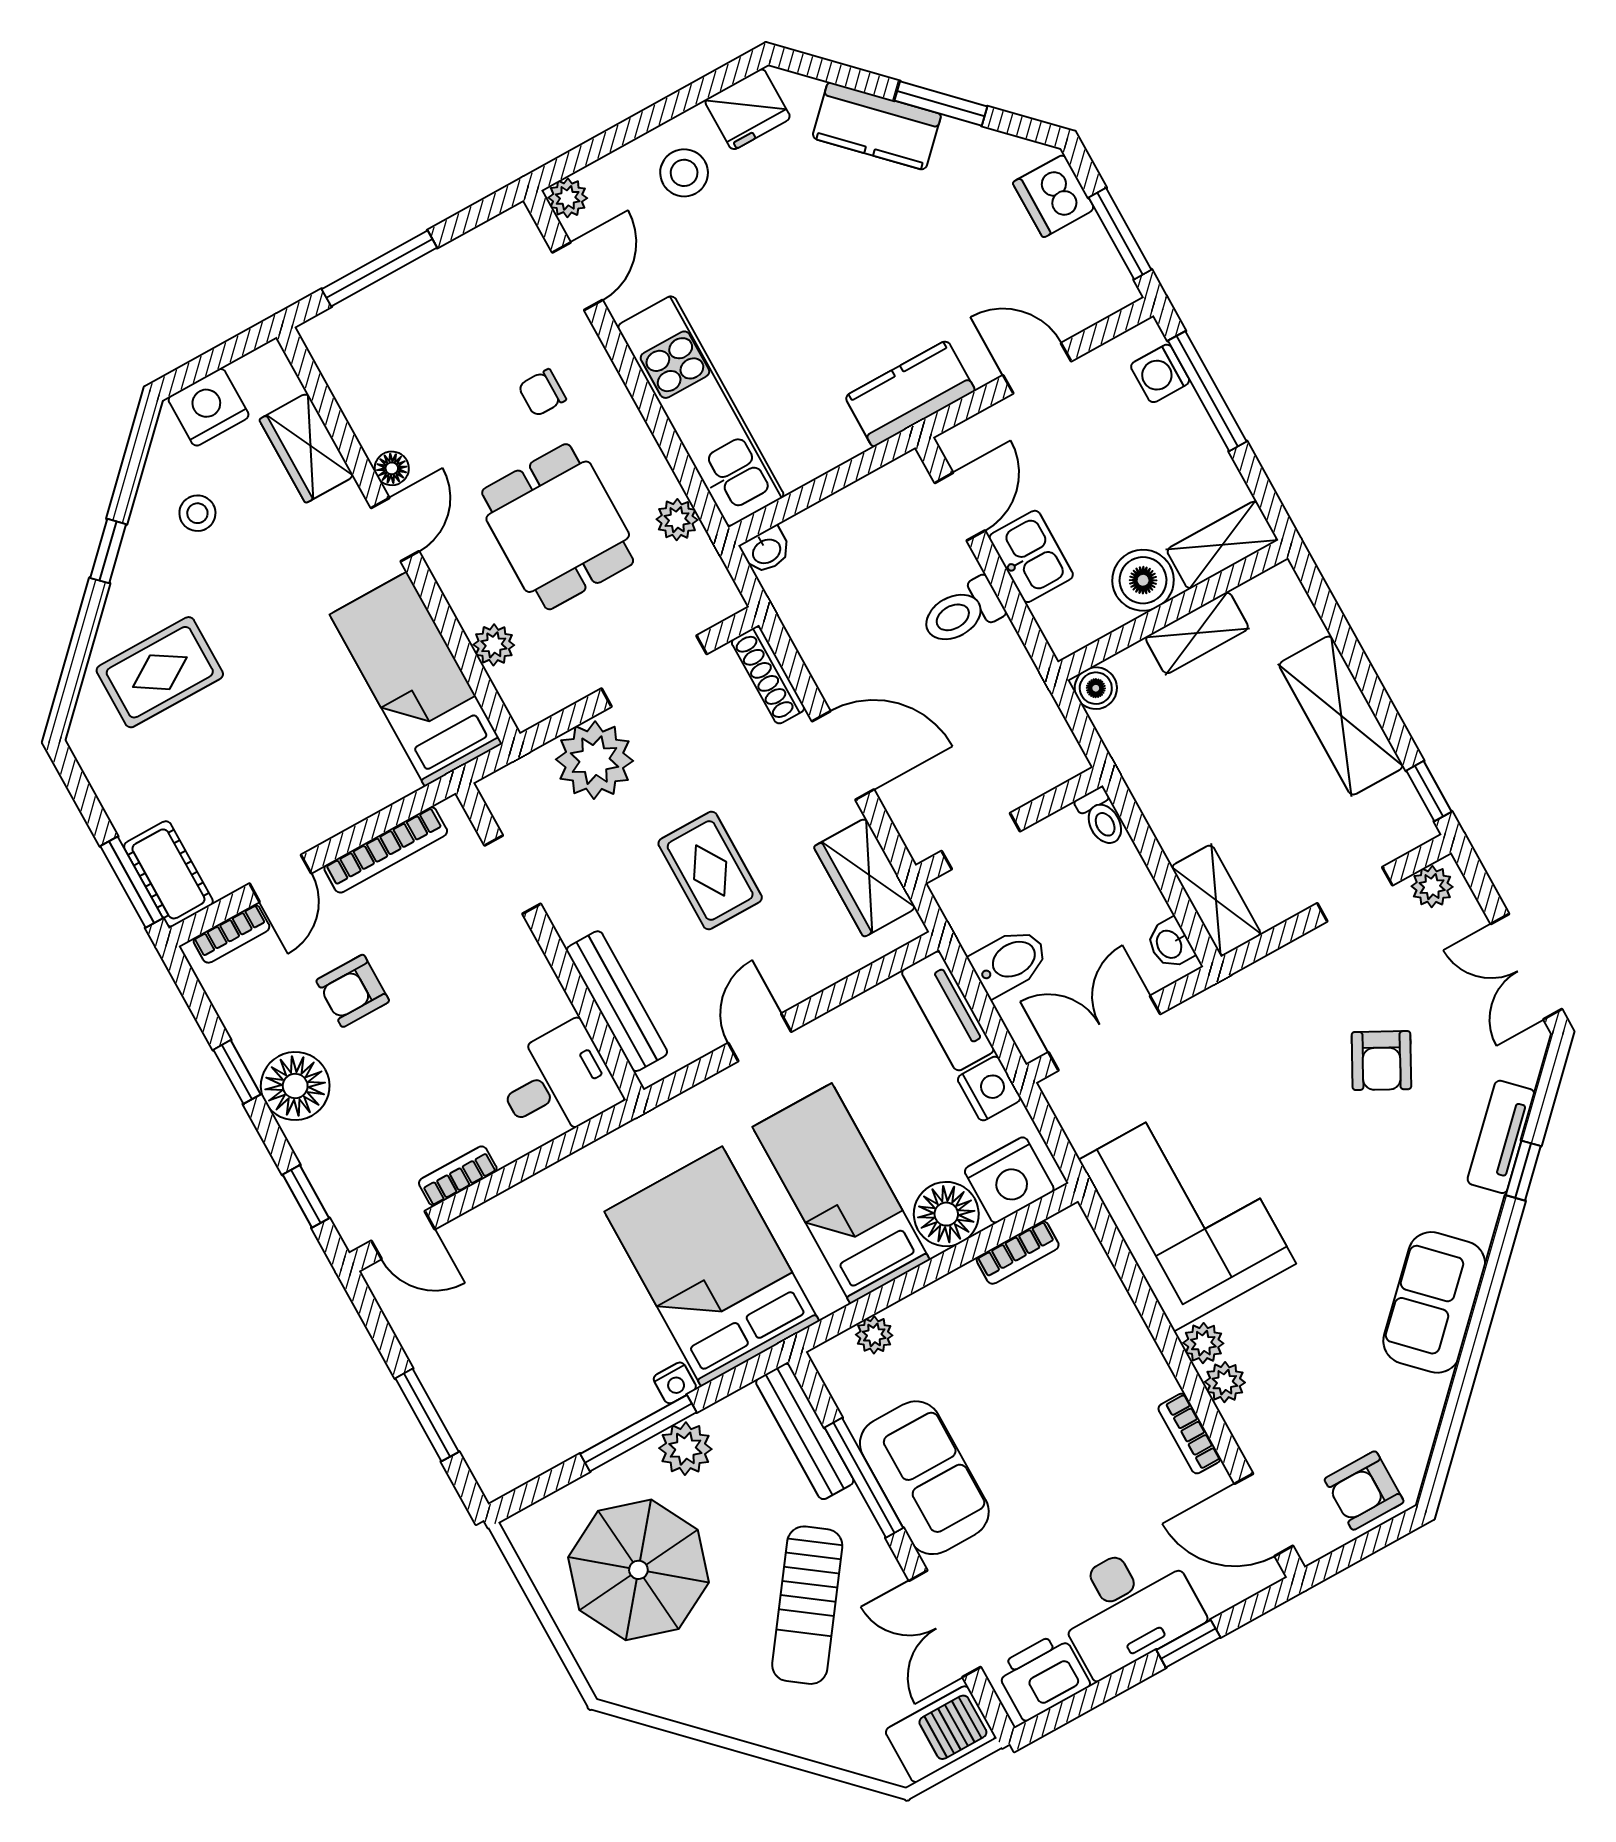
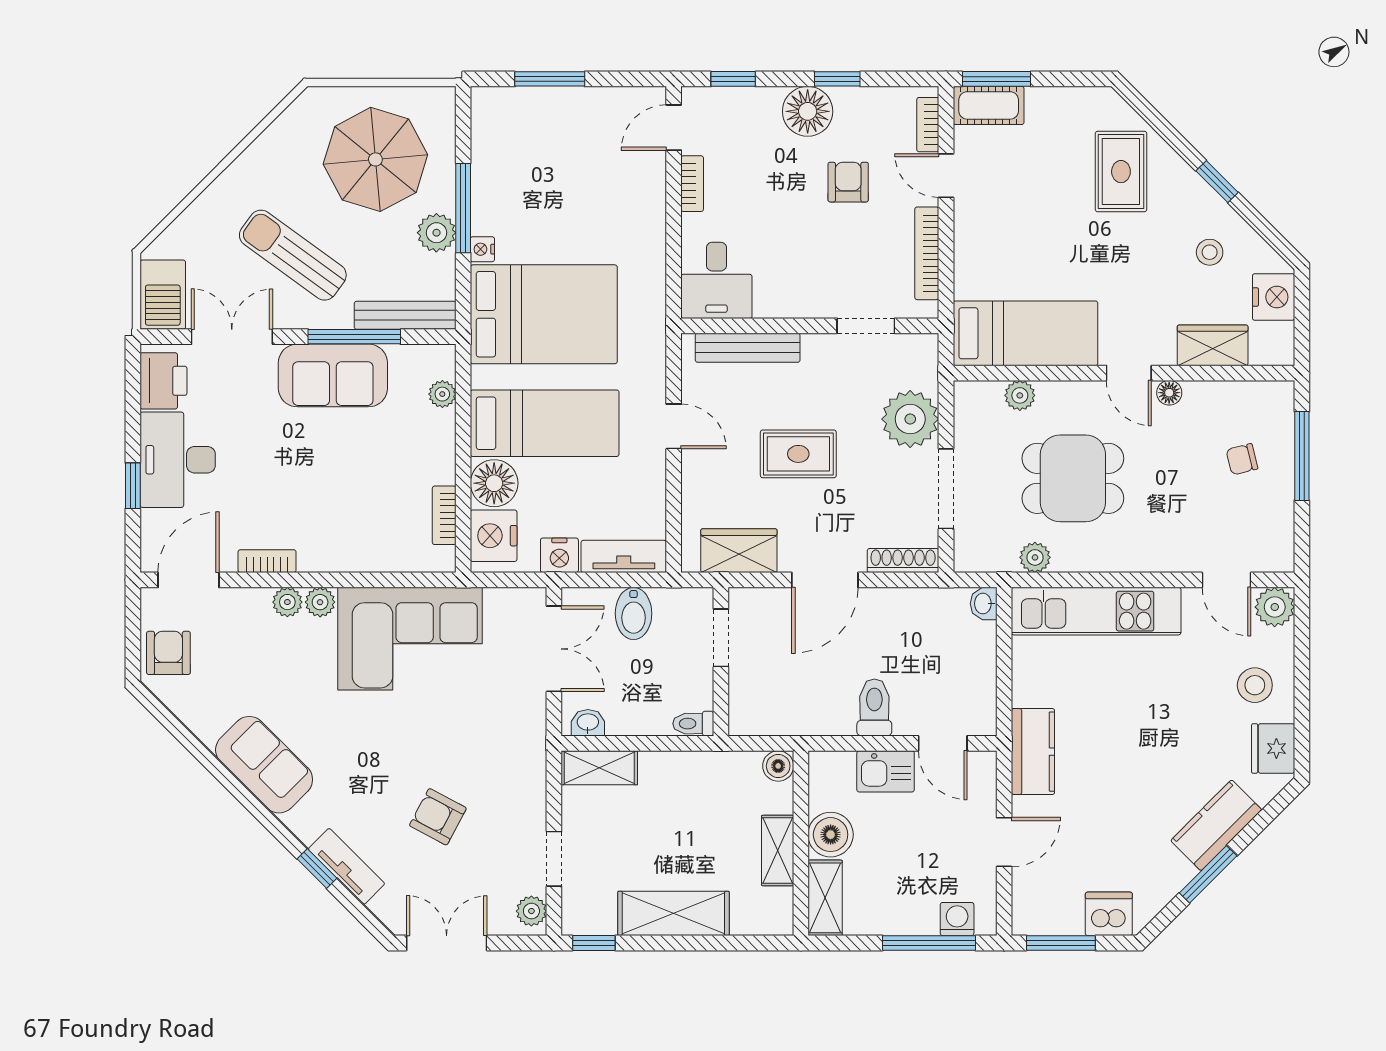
plant: (568, 198) -> (1275, 607), width x1.38, depth x1.38
chair: (542, 393) -> (1242, 459), moved, turned -104

